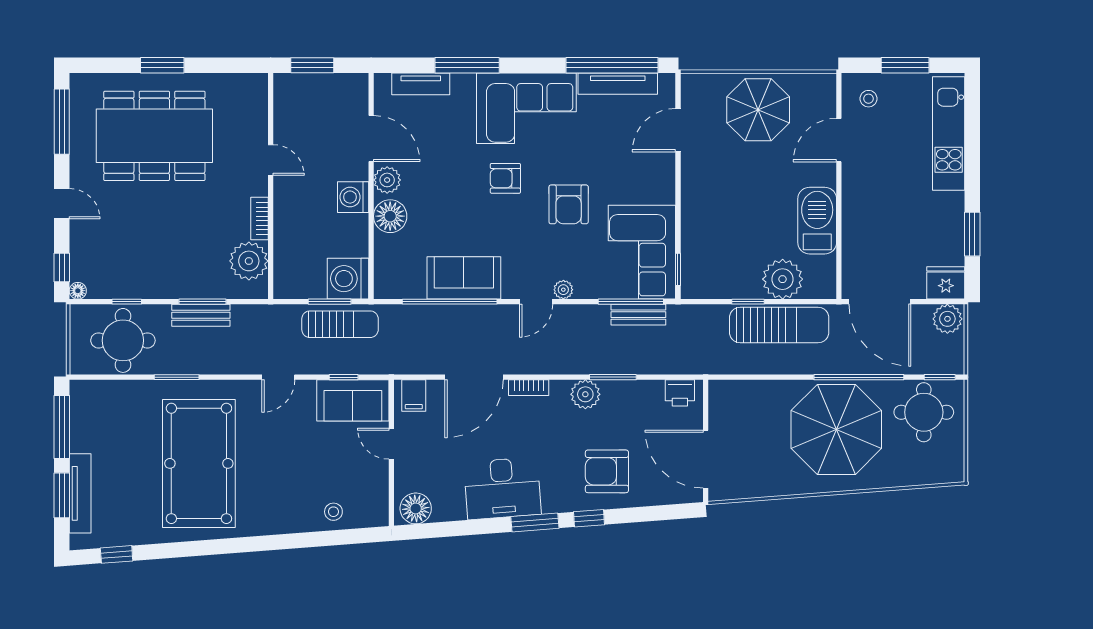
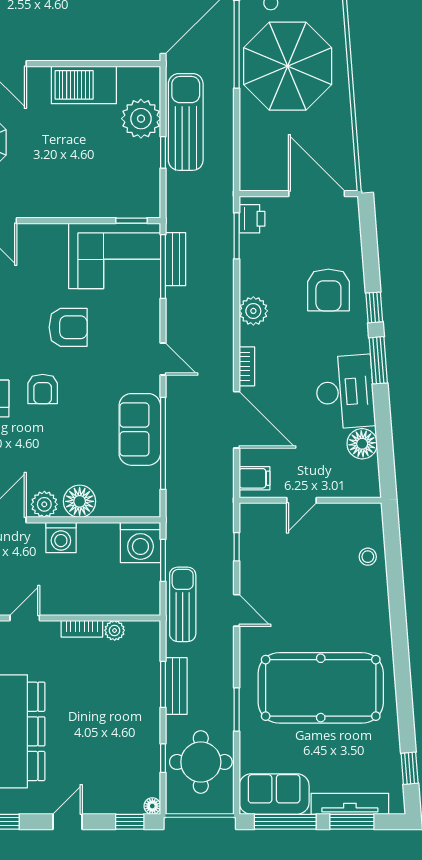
plant: (249, 261) -> (115, 630), width x0.53, depth x0.53
plant: (563, 290) -> (151, 332), removed
sun lounger: (340, 324) -> (183, 604), moved
window: (613, 377) -> (237, 236), moved
sofa: (353, 400) -> (274, 794), moved, turned -90
door: (706, 459) -> (317, 194), swing flipped
floor lamp: (416, 508) -> (362, 444), moved

